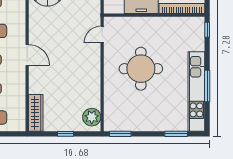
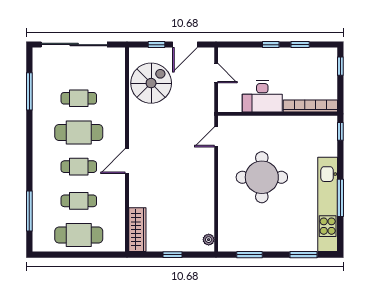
door: (27, 55) -> (127, 161), swing flipped
plant: (92, 117) -> (209, 240), width x0.53, depth x0.53
window: (120, 134) -> (249, 255), moved

